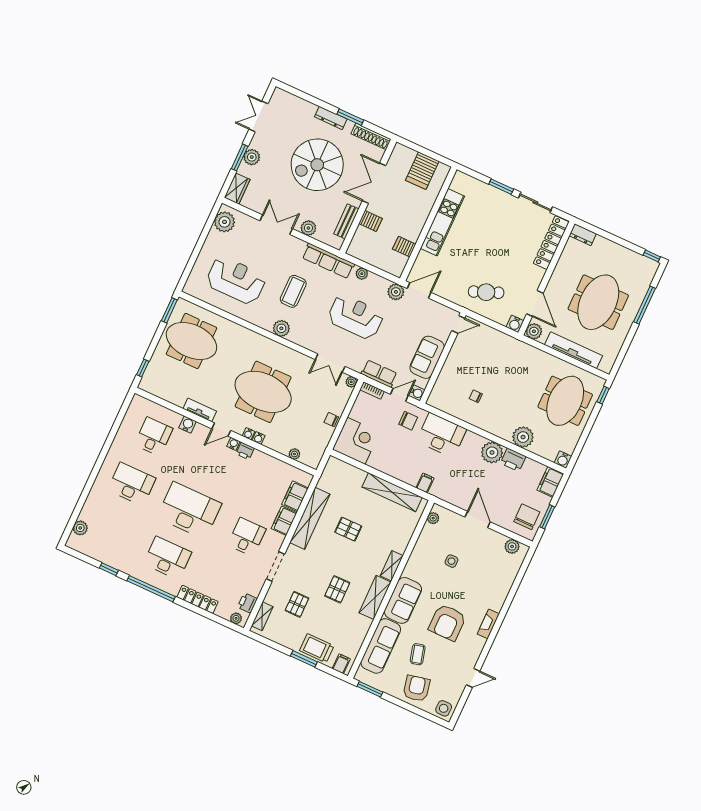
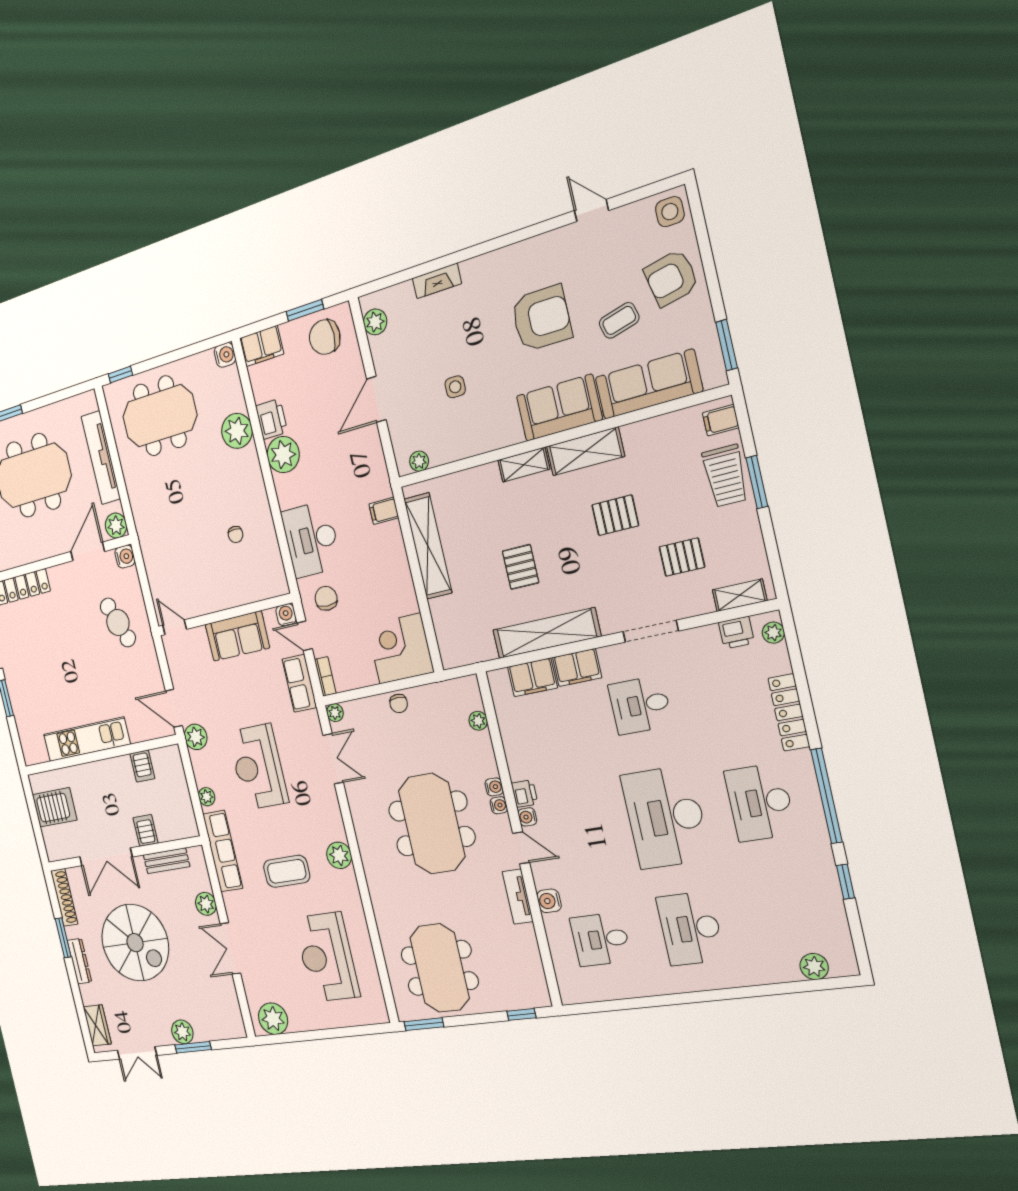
wardrobe: (237, 189) -> (97, 1025), moved, turned 90
fireplace: (488, 624) -> (437, 281), moved

